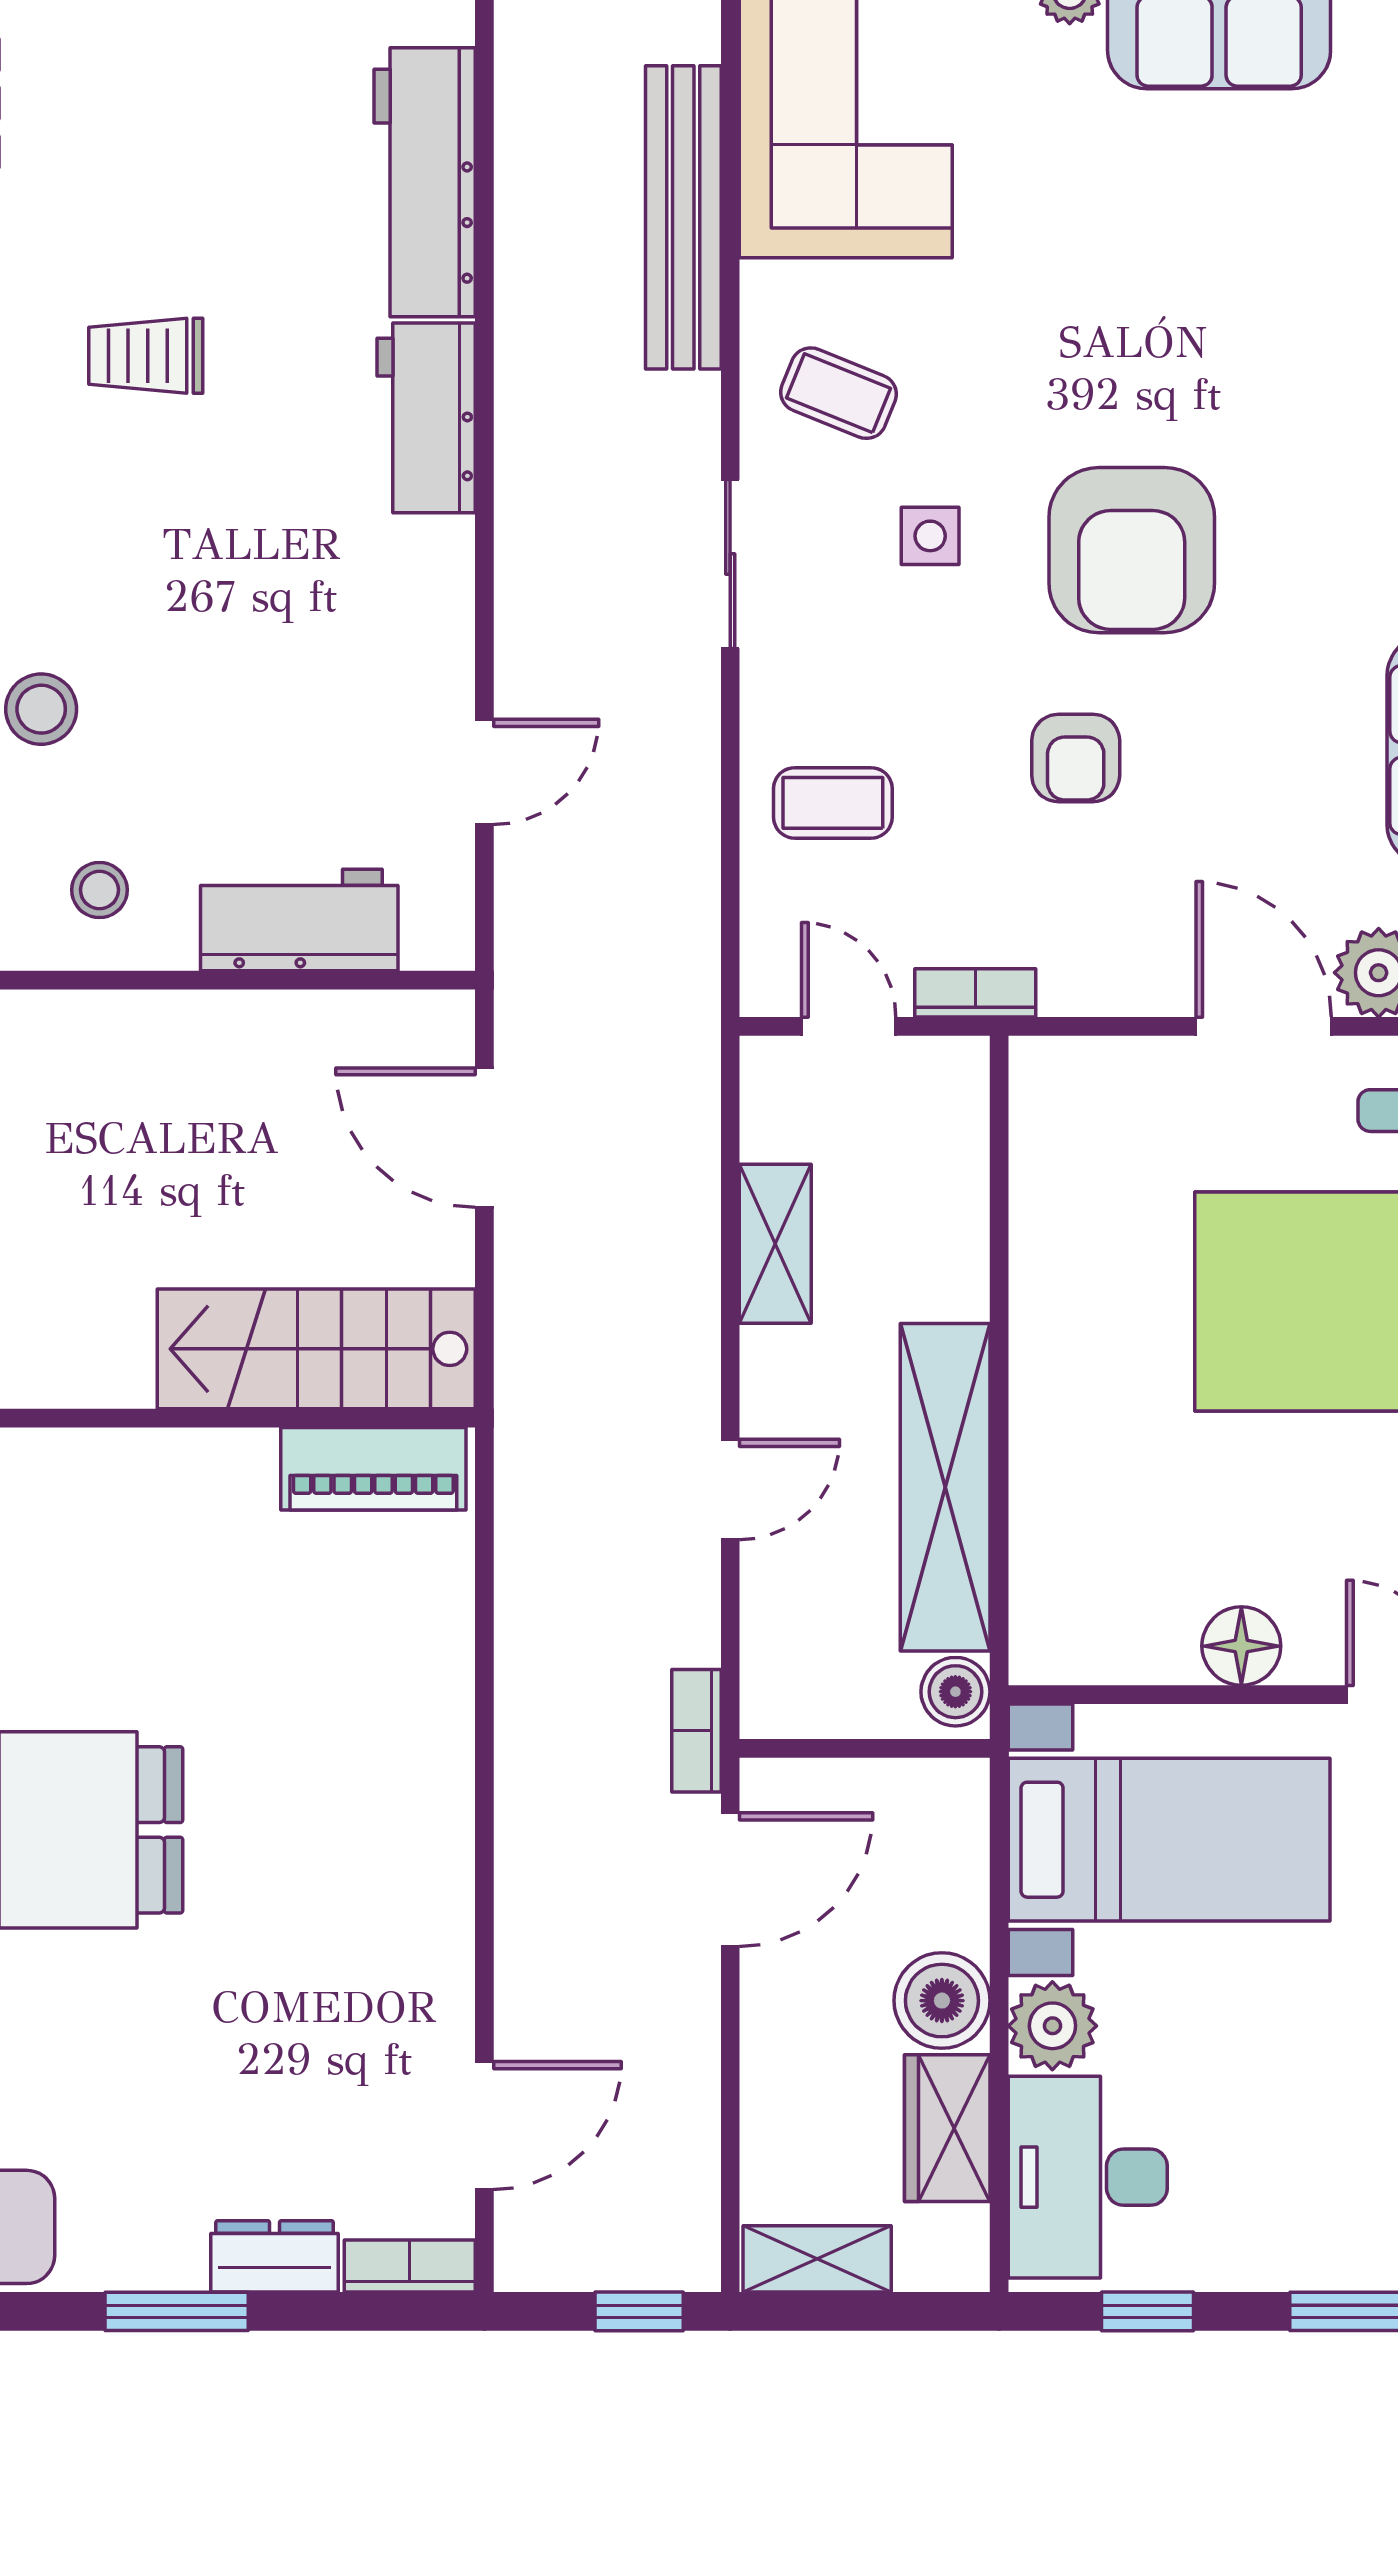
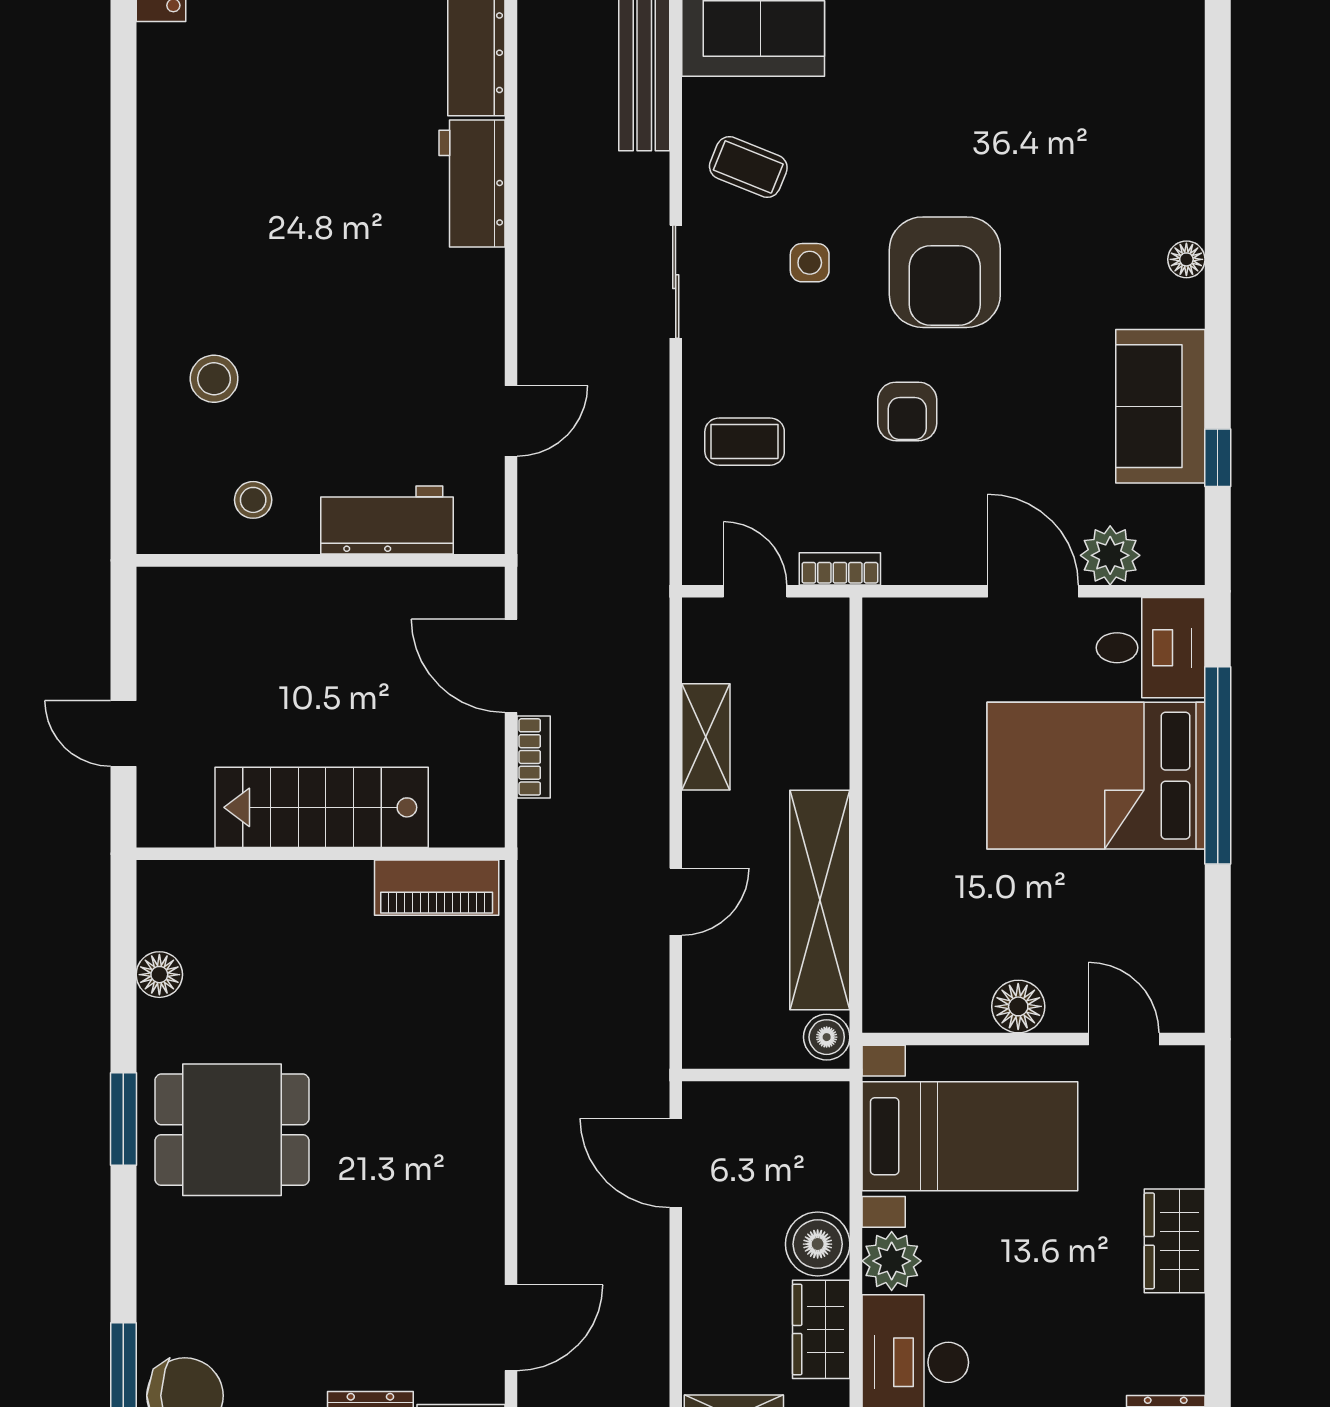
trolley: (146, 356) -> (284, 142), removed
stairs: (316, 1349) -> (322, 807), moved
bookcase: (696, 1731) -> (534, 757), moved, turned 180
door: (730, 1880) -> (676, 1163), swing flipped

